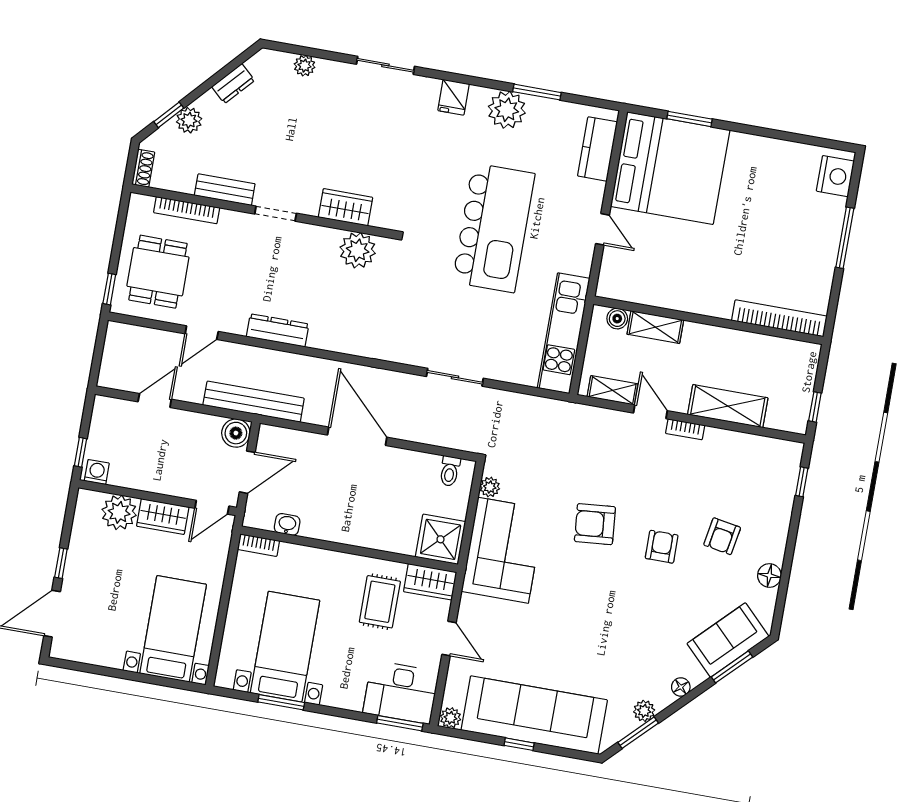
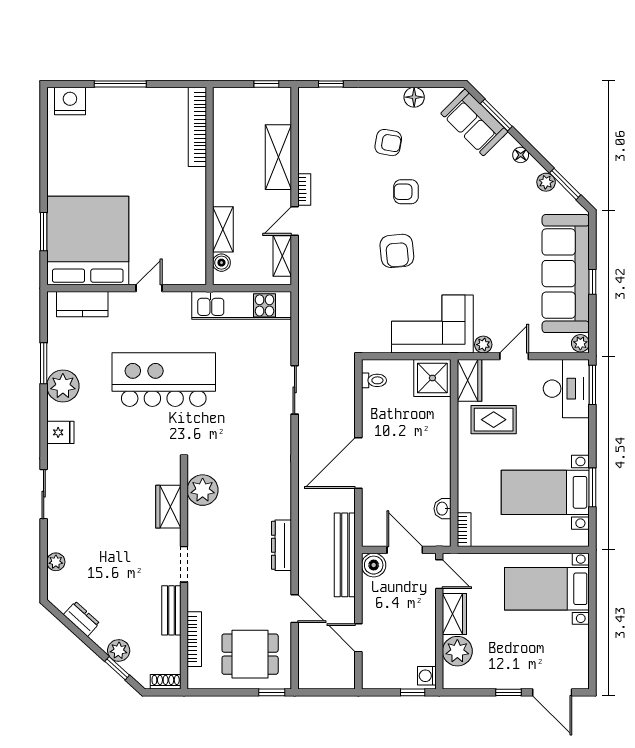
plant: (490, 487) -> (483, 345), moved

